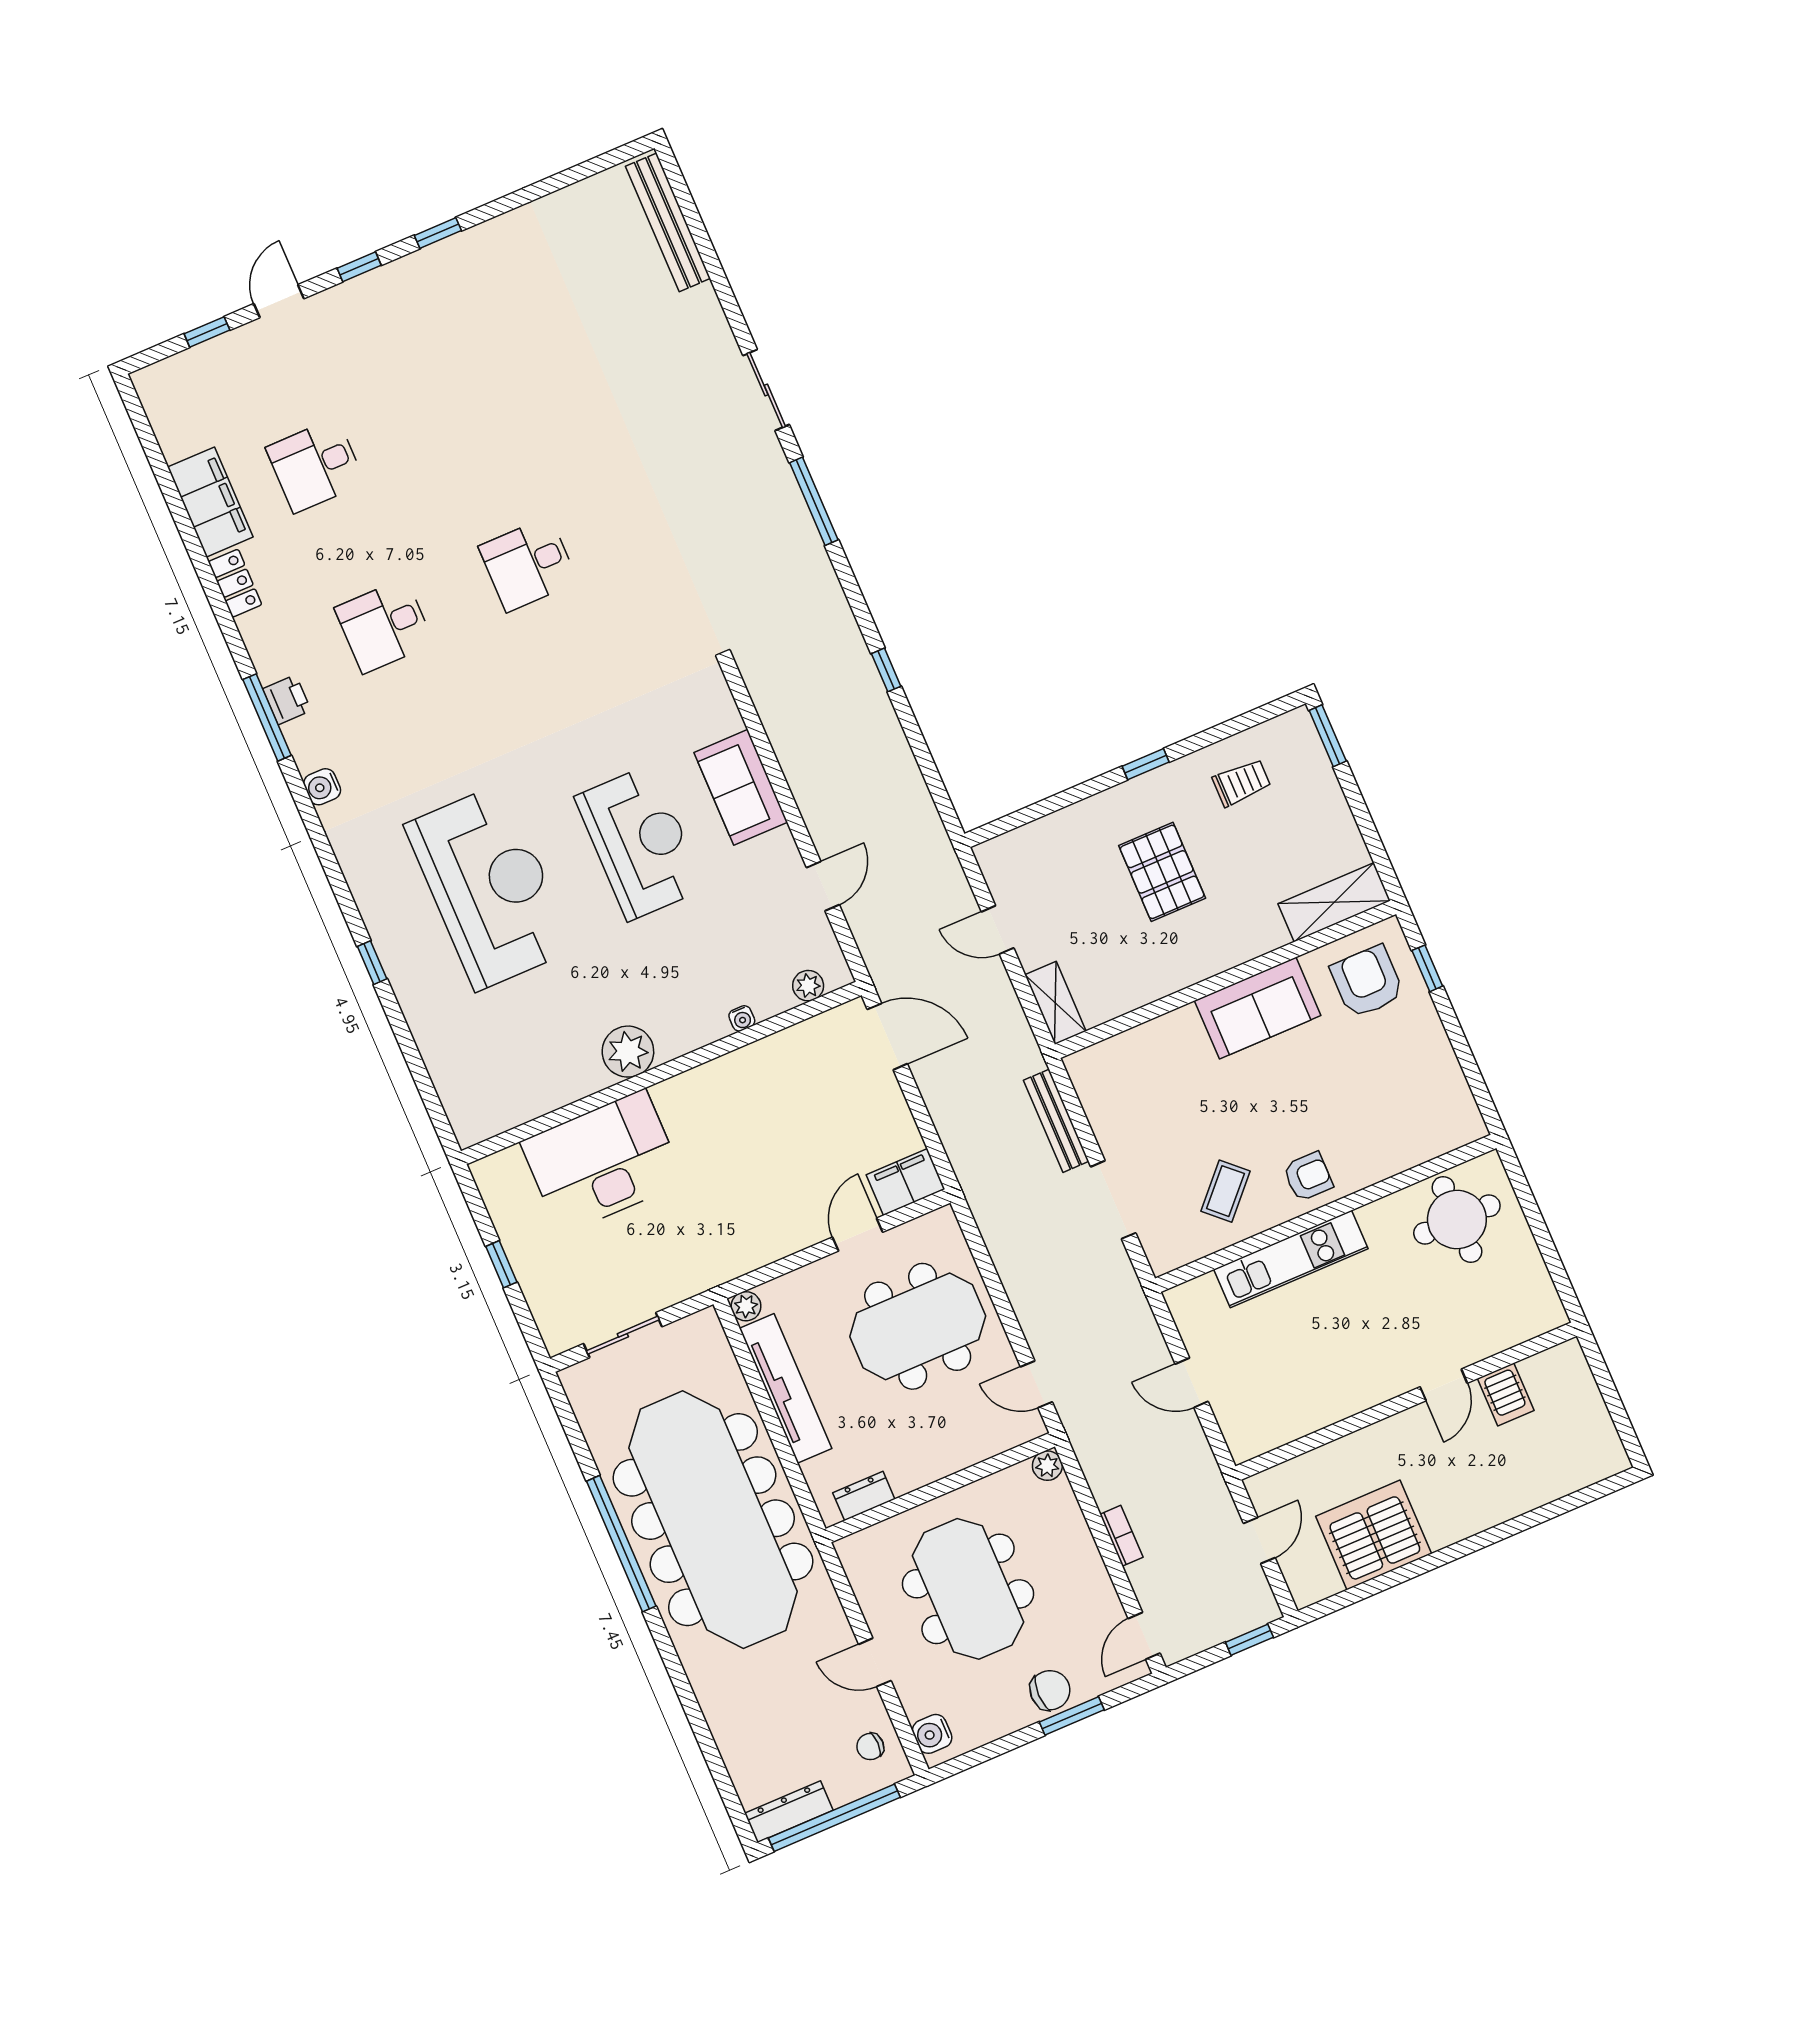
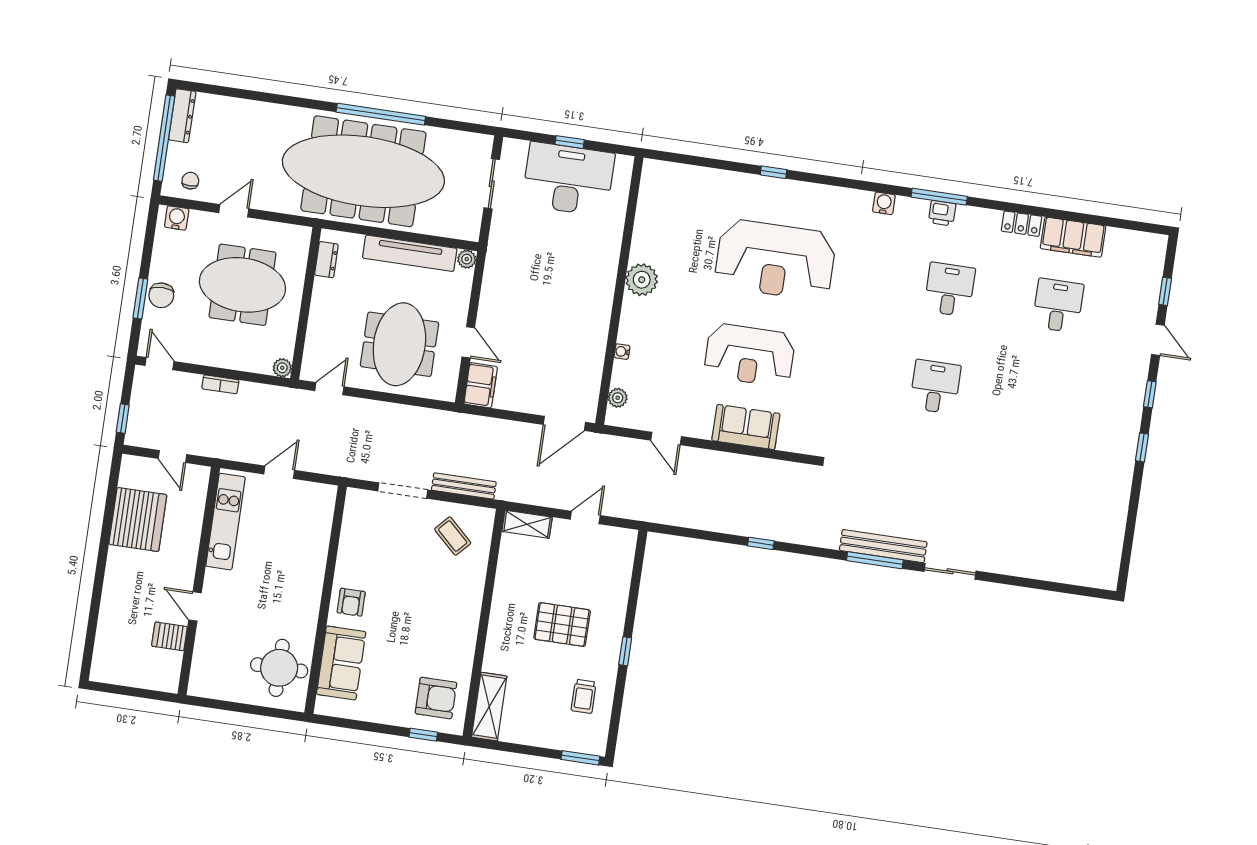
bench: (668, 222) -> (883, 546), moved
sofa: (1258, 1008) -> (341, 663), moved, turned 180
desk: (603, 1162) -> (568, 179), moved, turned -90
coffee table: (1225, 1191) -> (453, 536), moved
kitchen unit: (1291, 1259) -> (225, 522), moved, turned 180

